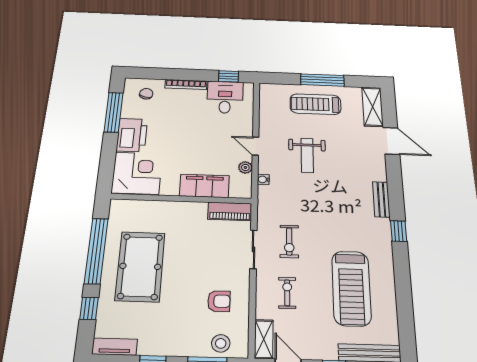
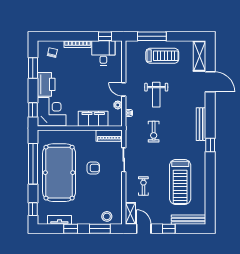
window: (322, 80) -> (152, 36), moved
treadmill: (315, 104) -> (162, 56), turned 180
window: (114, 112) -> (33, 68), width x0.69
window: (106, 170) -> (33, 110), added
bench: (381, 199) -> (201, 124), width x1.36
exercise bike: (289, 241) -> (154, 132), moved
pool table: (140, 266) -> (59, 173), width x1.36, depth x1.32
armchair: (219, 301) -> (93, 168), moved
window: (89, 308) -> (33, 209), moved
tv unit: (115, 347) -> (59, 220), moved

